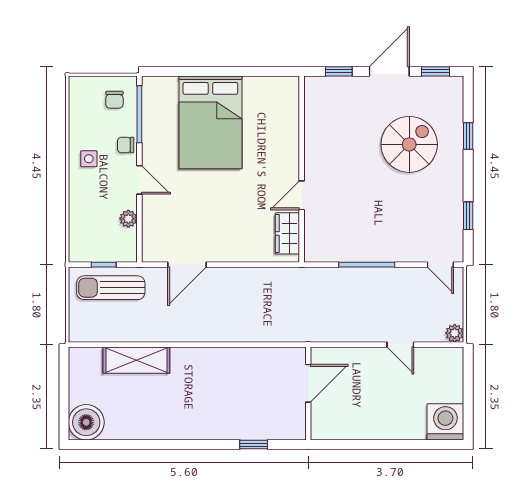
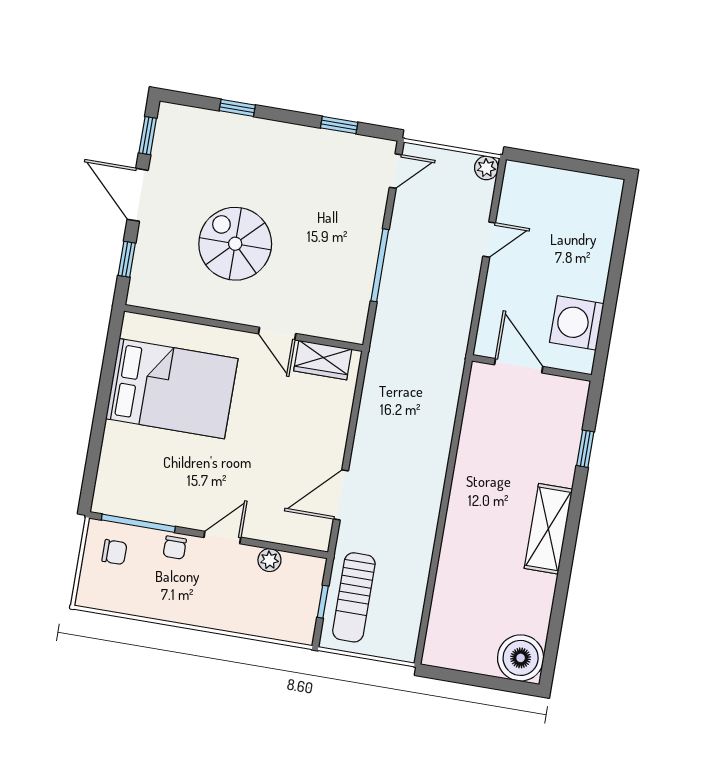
bed: (210, 122) -> (172, 389), moved
spiral stairs: (409, 144) -> (235, 244), moved
side table: (89, 159) -> (184, 598), removed
door: (187, 265) -> (341, 495), swing flipped
shelving: (136, 360) -> (548, 529), moved
washing machine: (445, 422) -> (577, 323), moved

